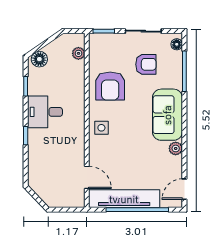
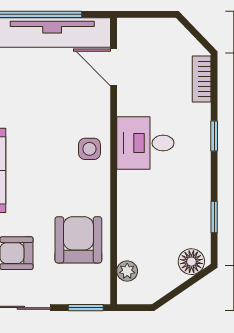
armchair: (110, 86) -> (78, 240), moved
desk: (45, 112) -> (145, 143), moved, turned 180
bookcase: (33, 170) -> (202, 79), added

